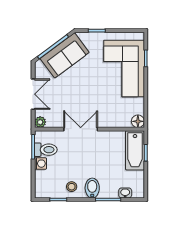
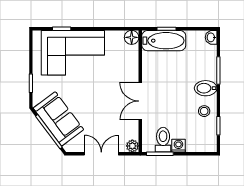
washbasin: (125, 193) -> (211, 37), moved

